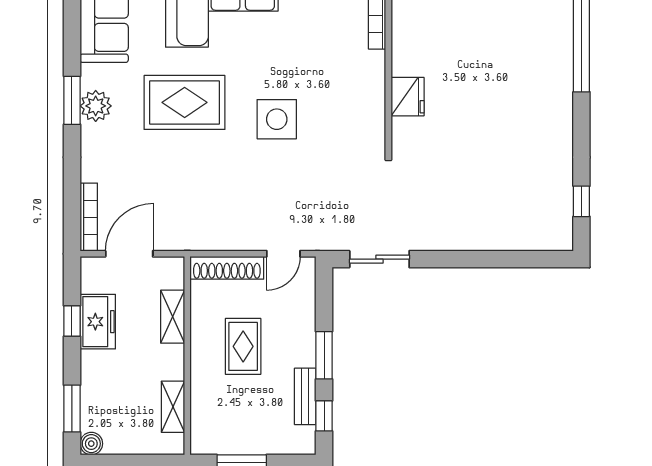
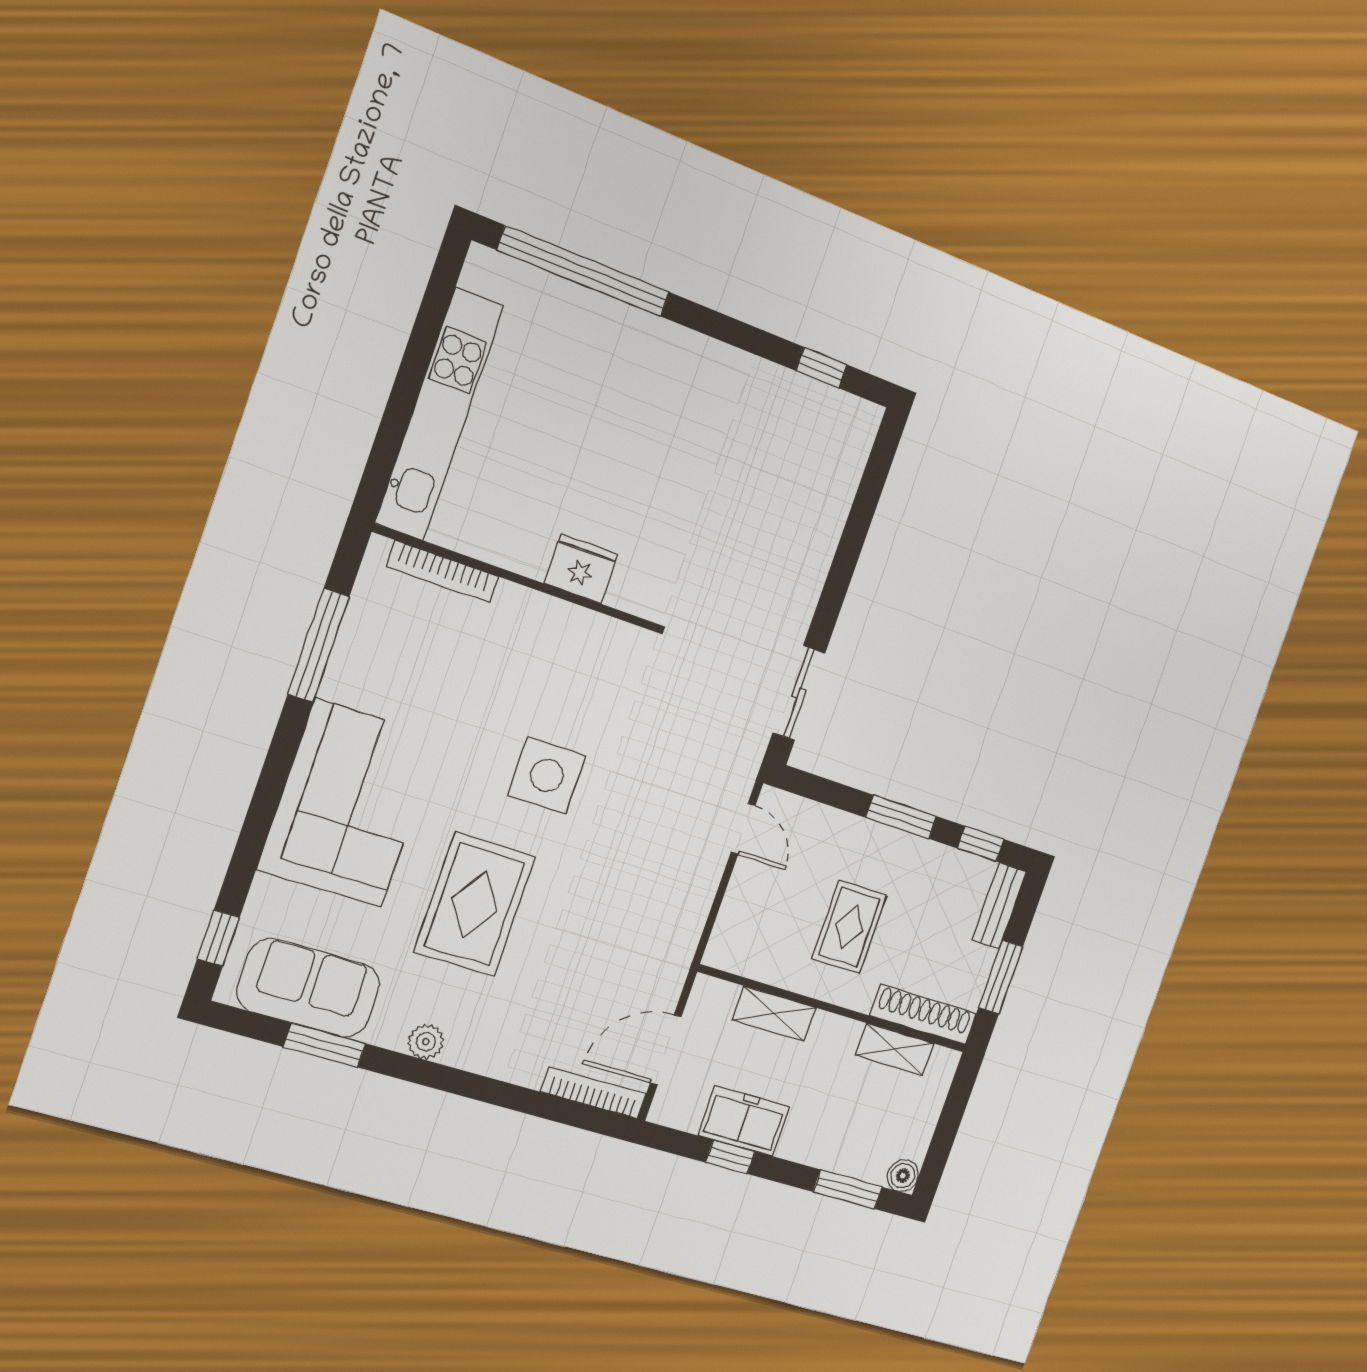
window: (72, 100) -> (324, 1045), moved
plant: (96, 106) -> (426, 1042), width x0.73, depth x0.73
door: (129, 254) -> (666, 1050), hinge flipped
shoe rack: (227, 268) -> (923, 1015), moved, turned -90
rug: (243, 346) -> (849, 927), turned 90
bench: (305, 396) -> (999, 906), moved, turned 90

